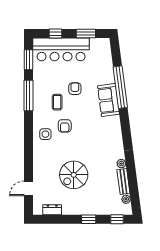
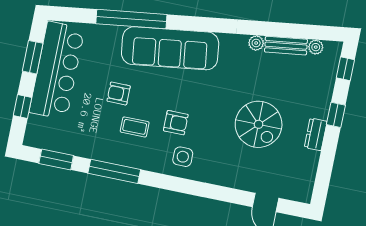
bar counter: (61, 49) -> (57, 70), moved
sofa: (108, 100) -> (170, 48), width x1.85, depth x1.27
dresser: (52, 210) -> (316, 134), moved

